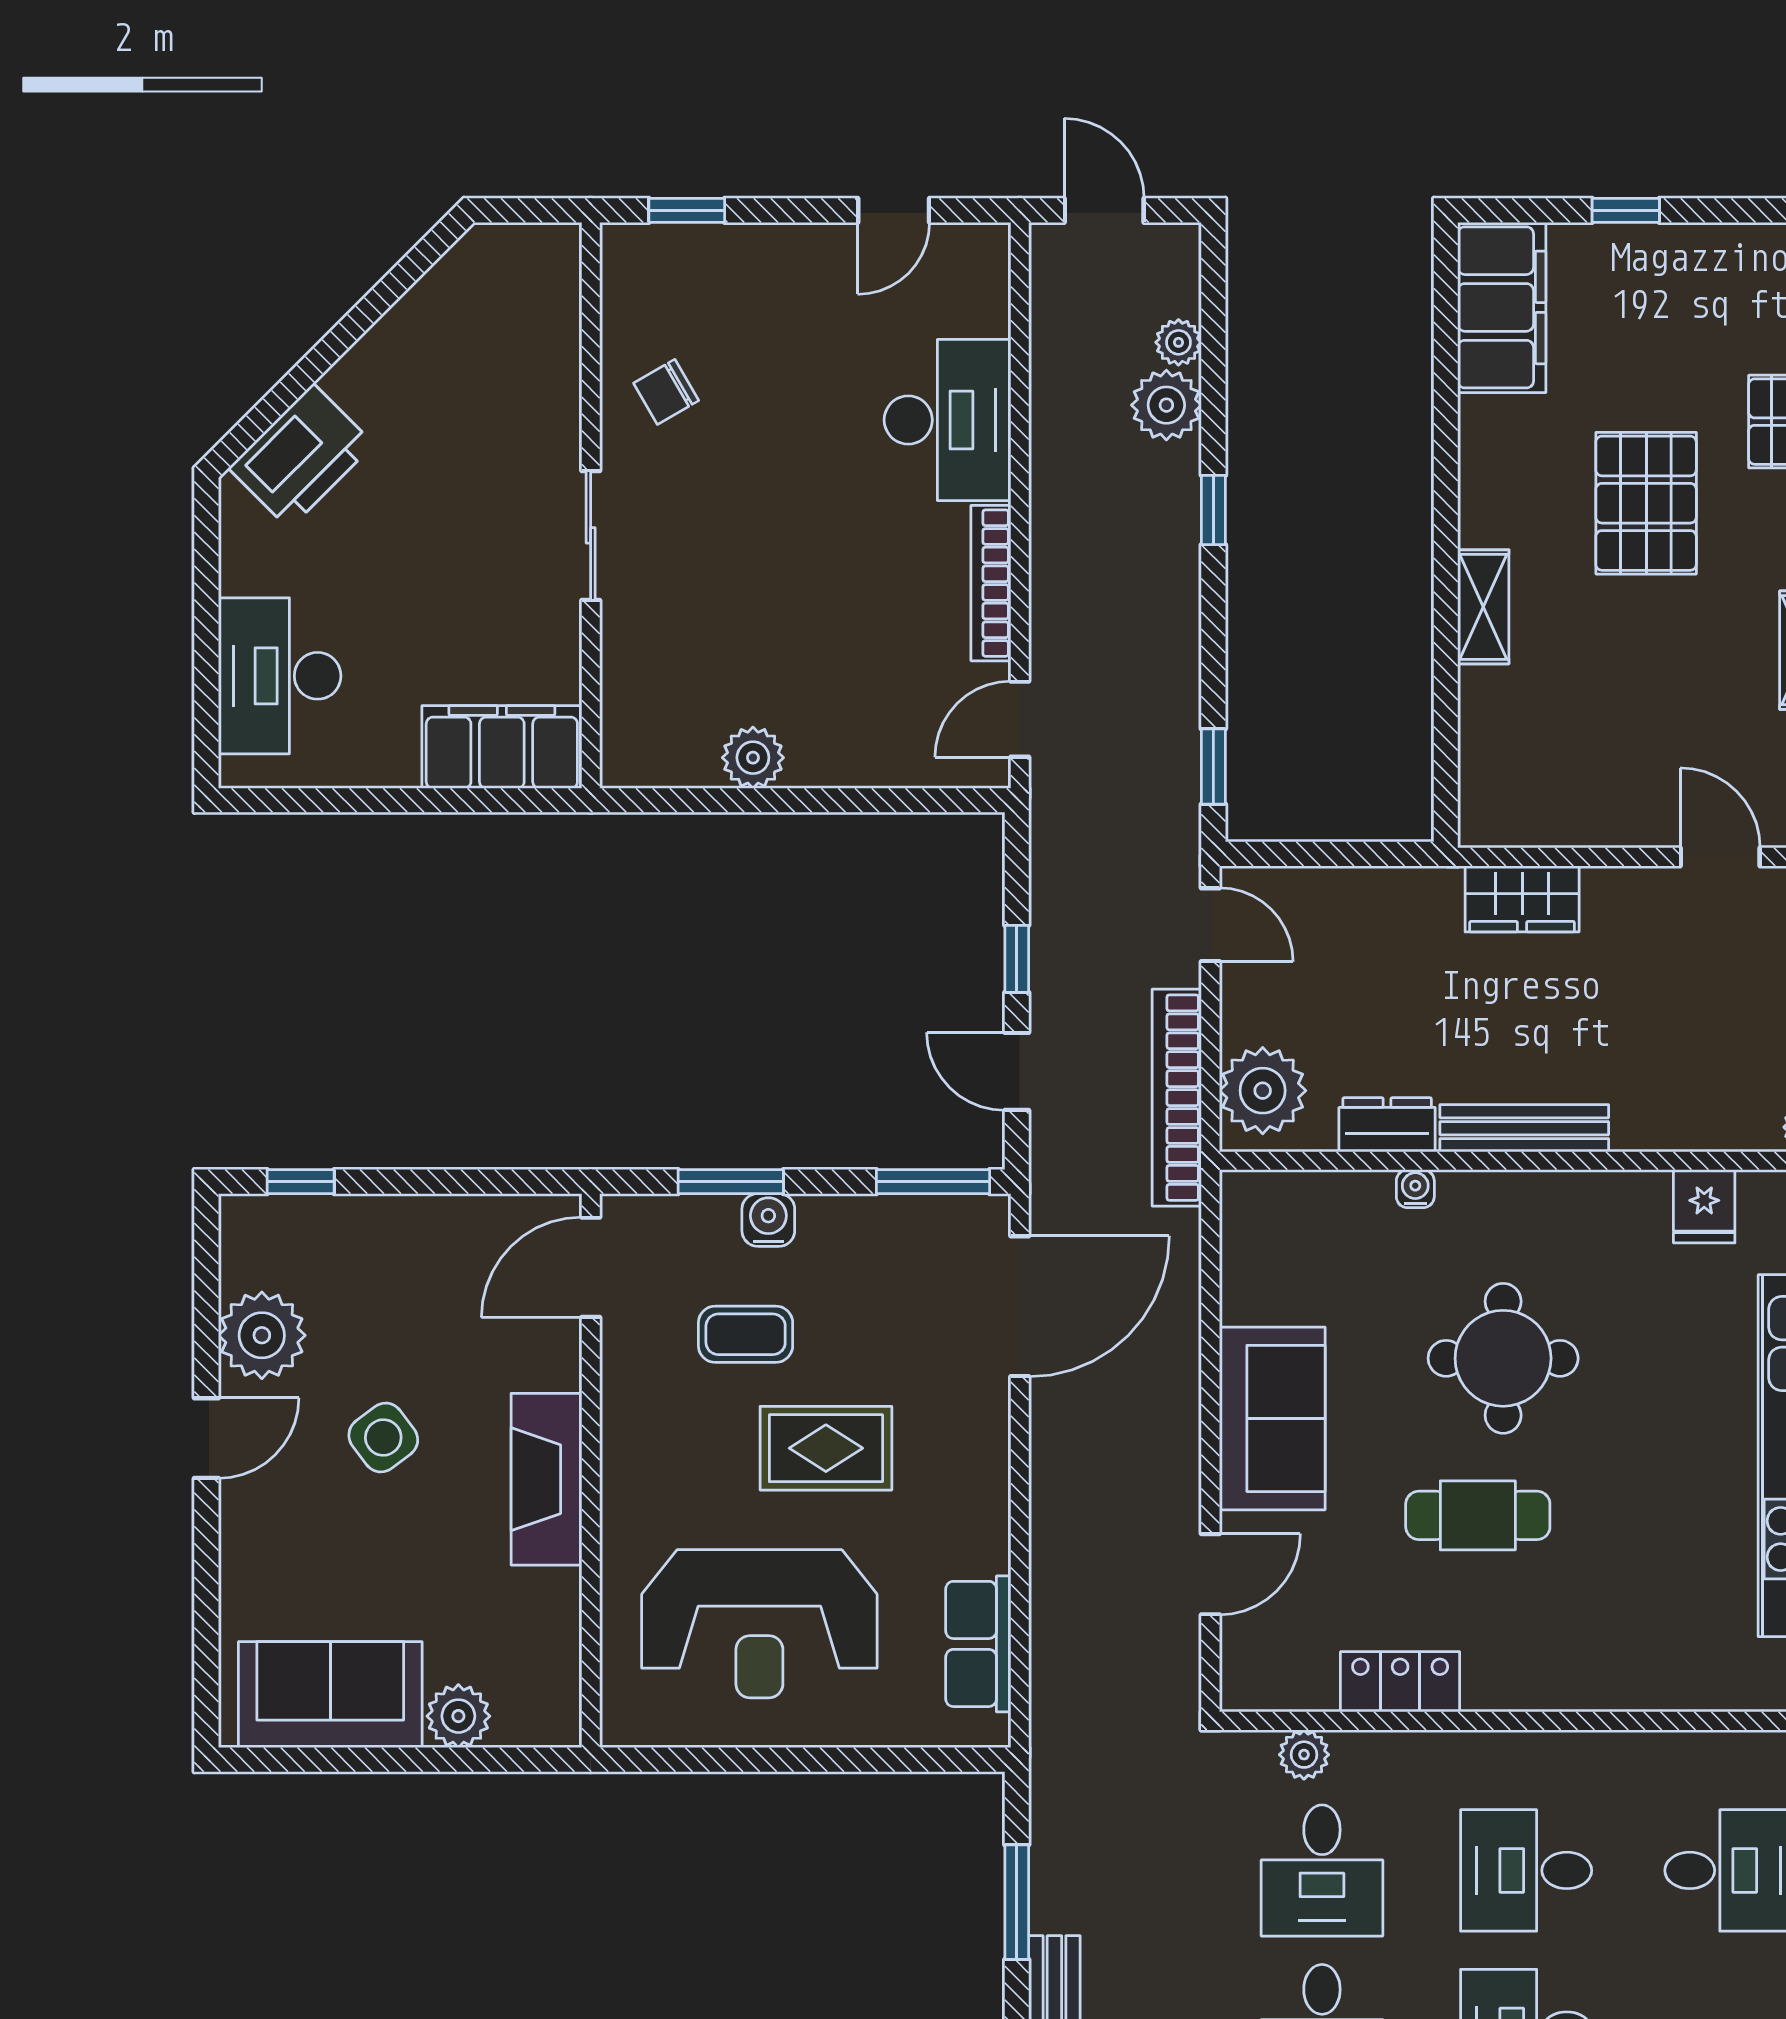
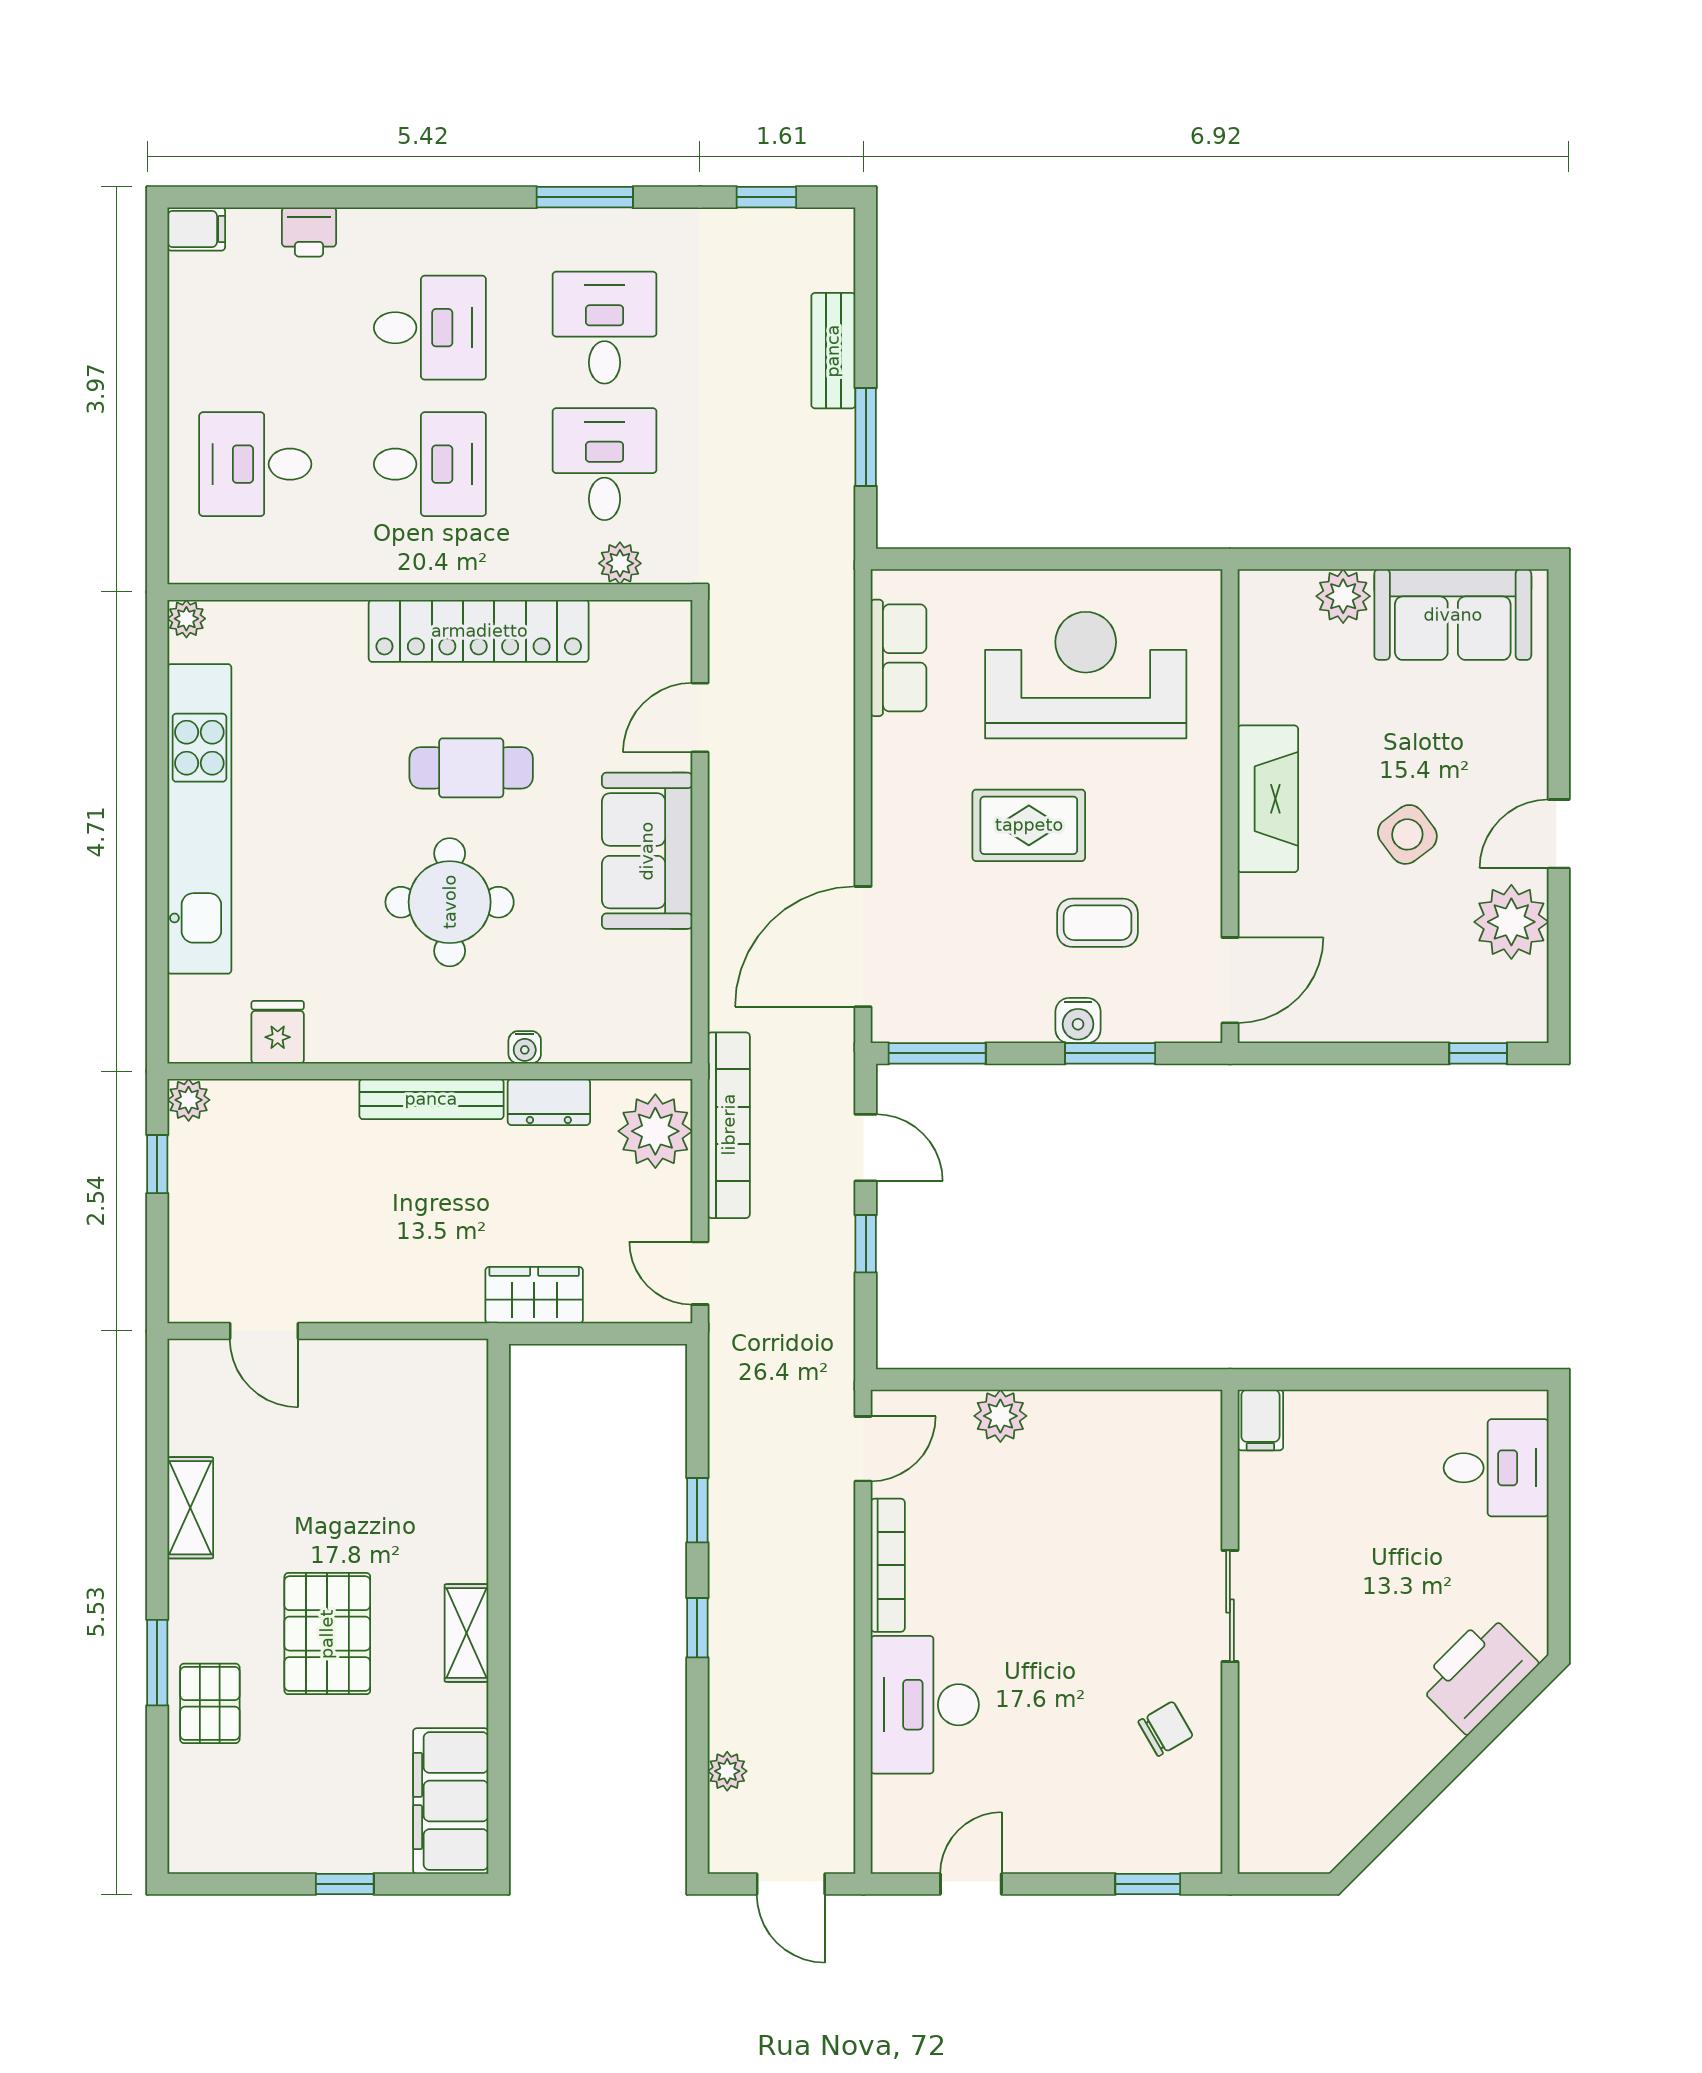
plant: (1166, 405) -> (738, 1718), removed
shelving: (1483, 607) -> (467, 1633), moved
desk: (280, 676) -> (1496, 1468), width x0.73
filing cabinet: (502, 747) -> (1260, 1420), width x0.33, depth x0.86
plant: (753, 758) -> (1000, 1416), moved
window: (1213, 766) -> (697, 1510), moved
wardrobe: (1522, 899) -> (534, 1295), moved
locker: (1400, 1682) -> (479, 631), width x2.16, depth x1.21

